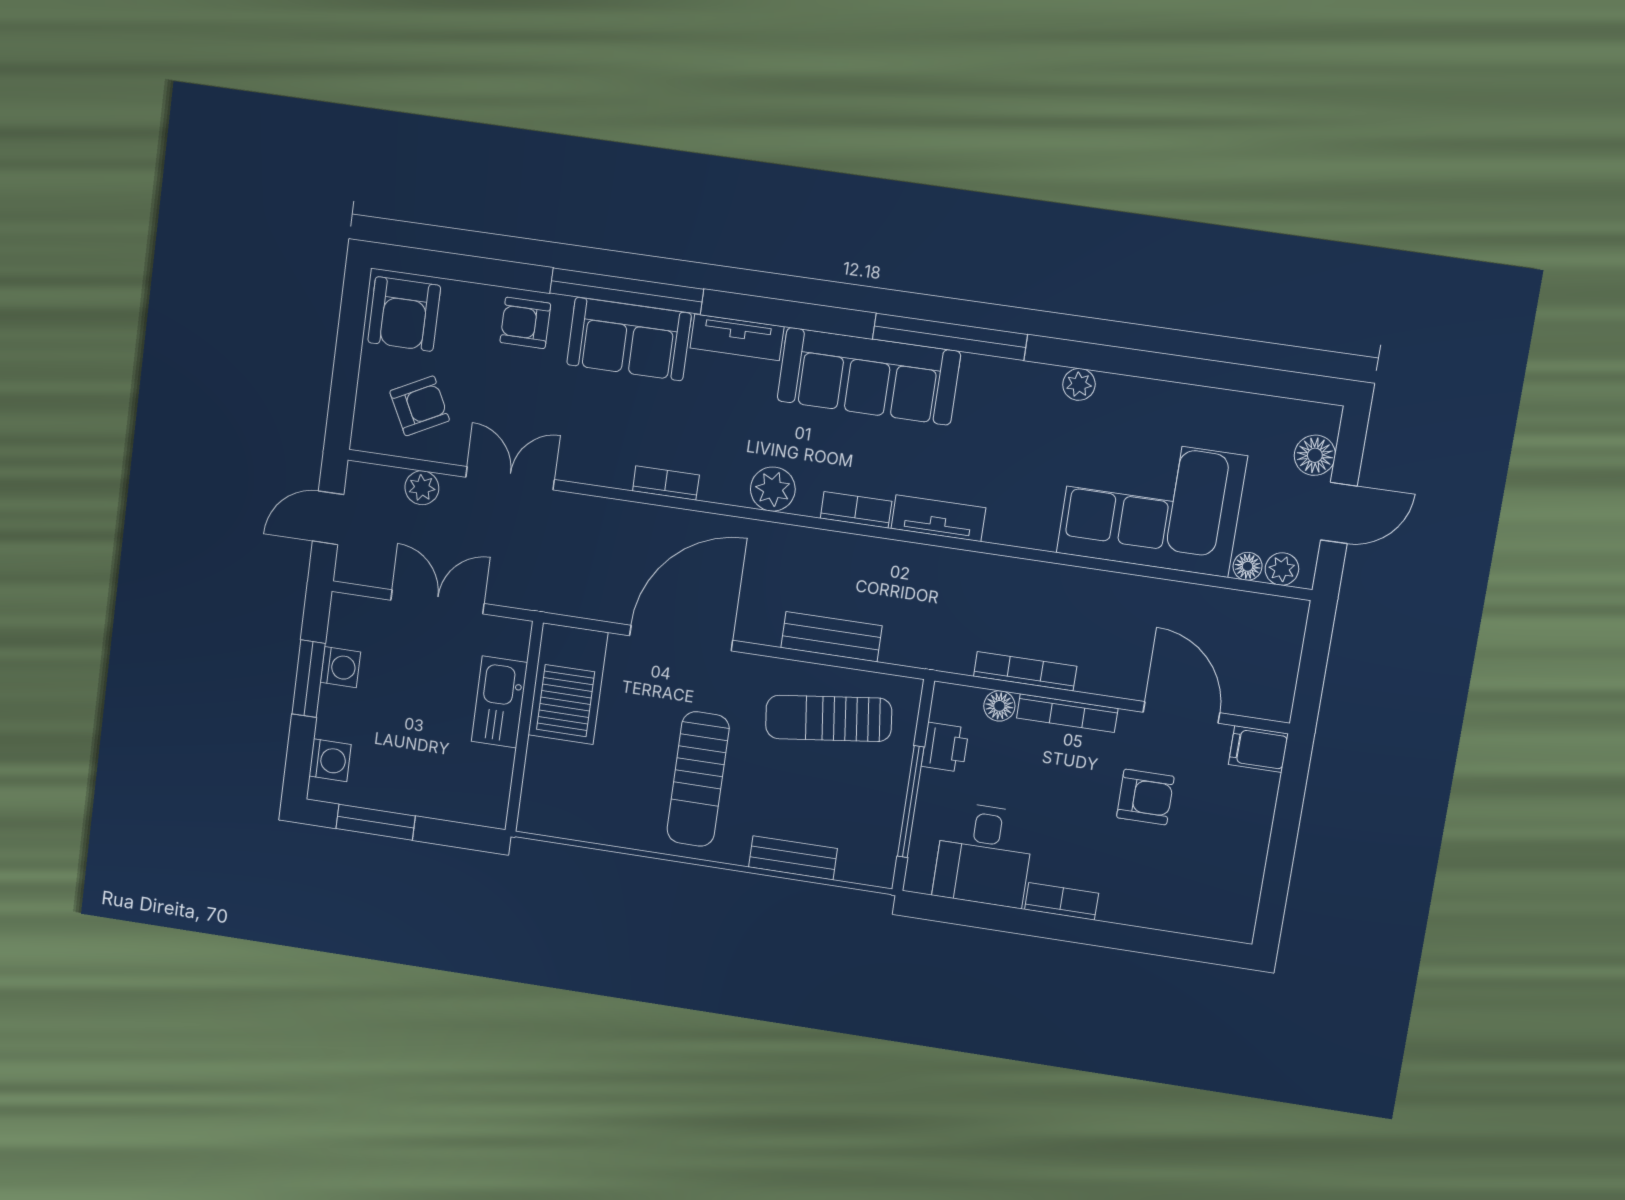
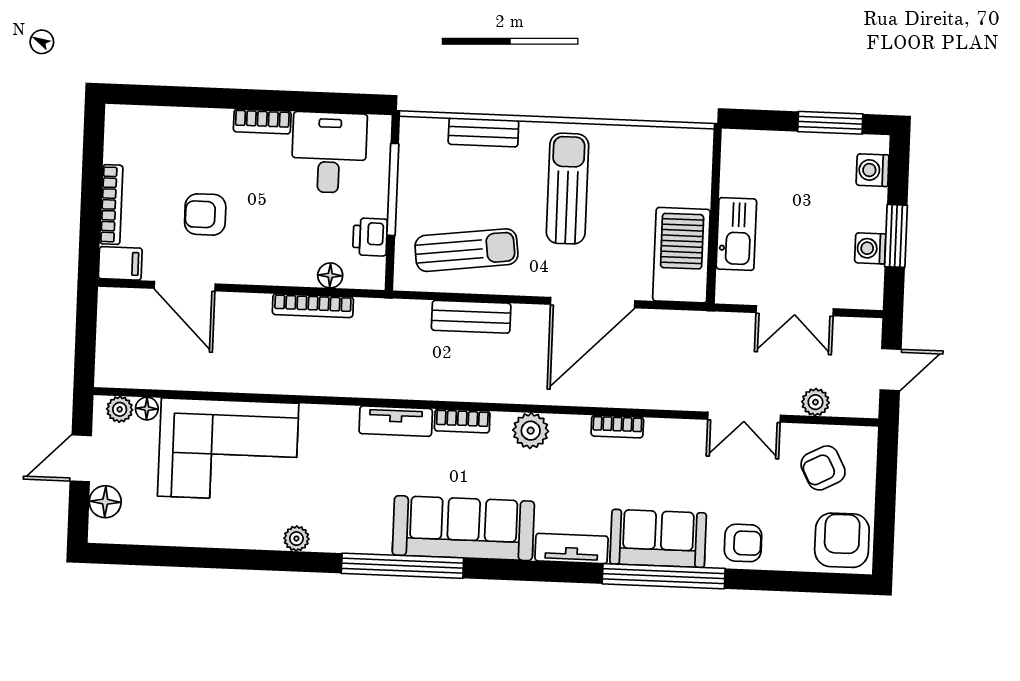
bookcase: (1067, 713) -> (111, 205), moved, turned 90

